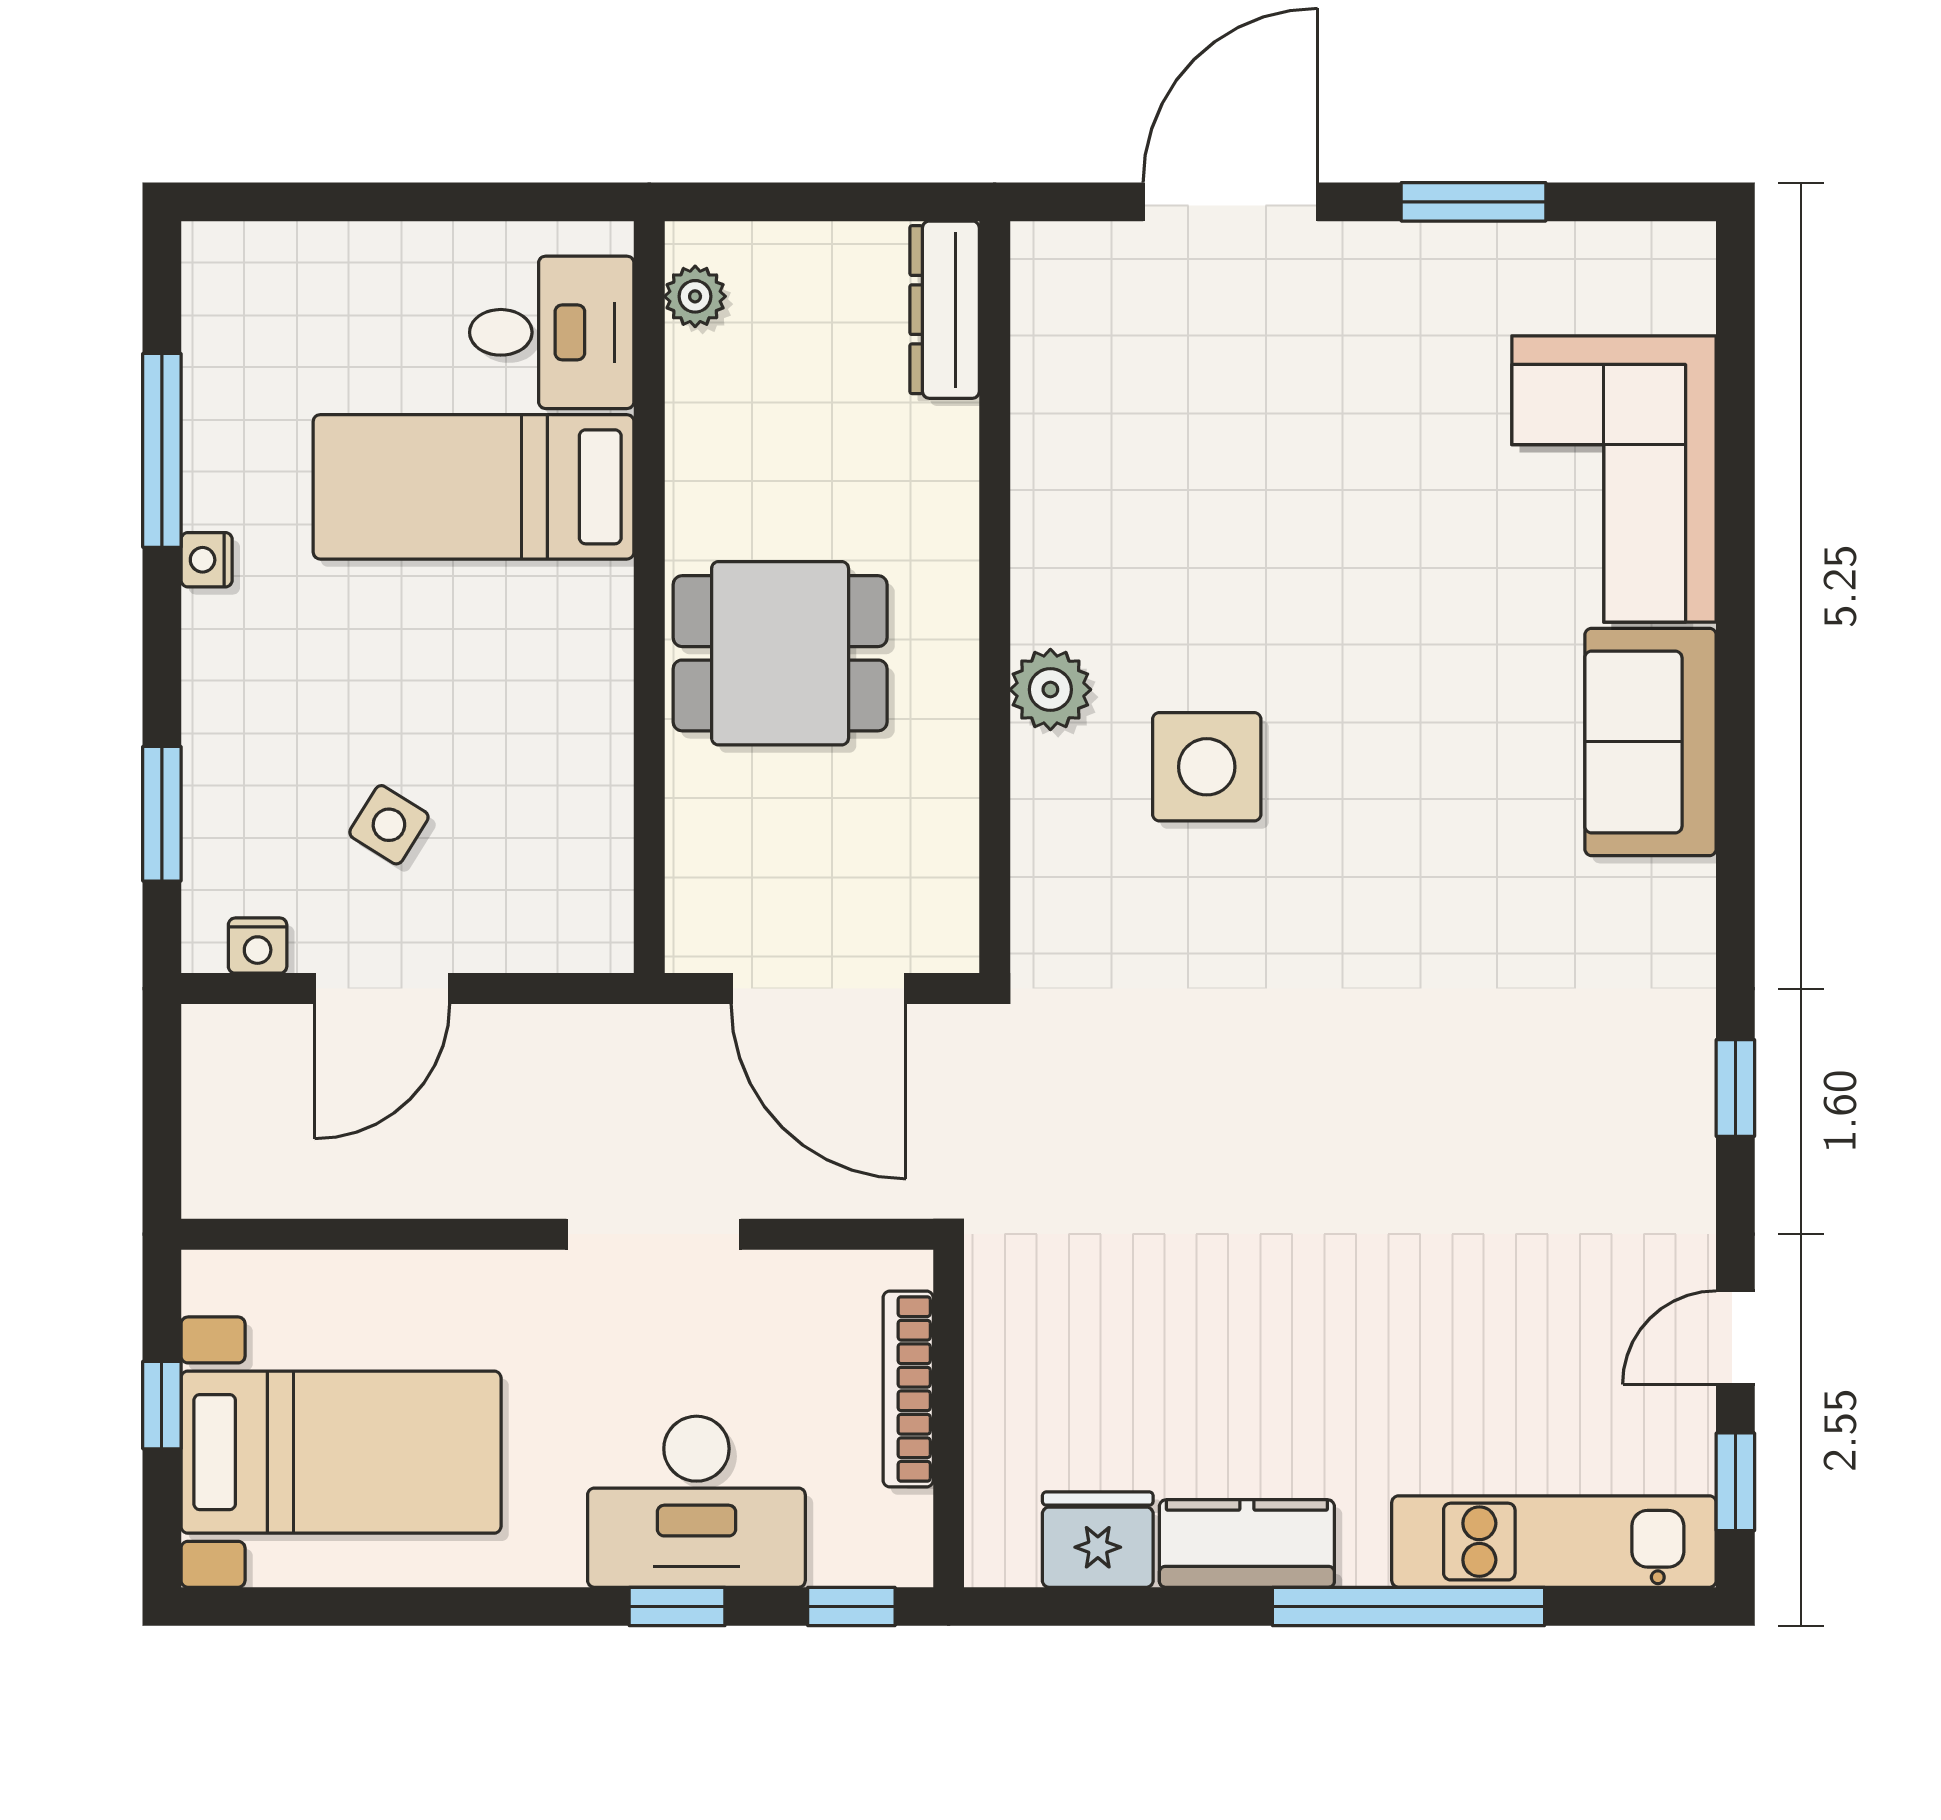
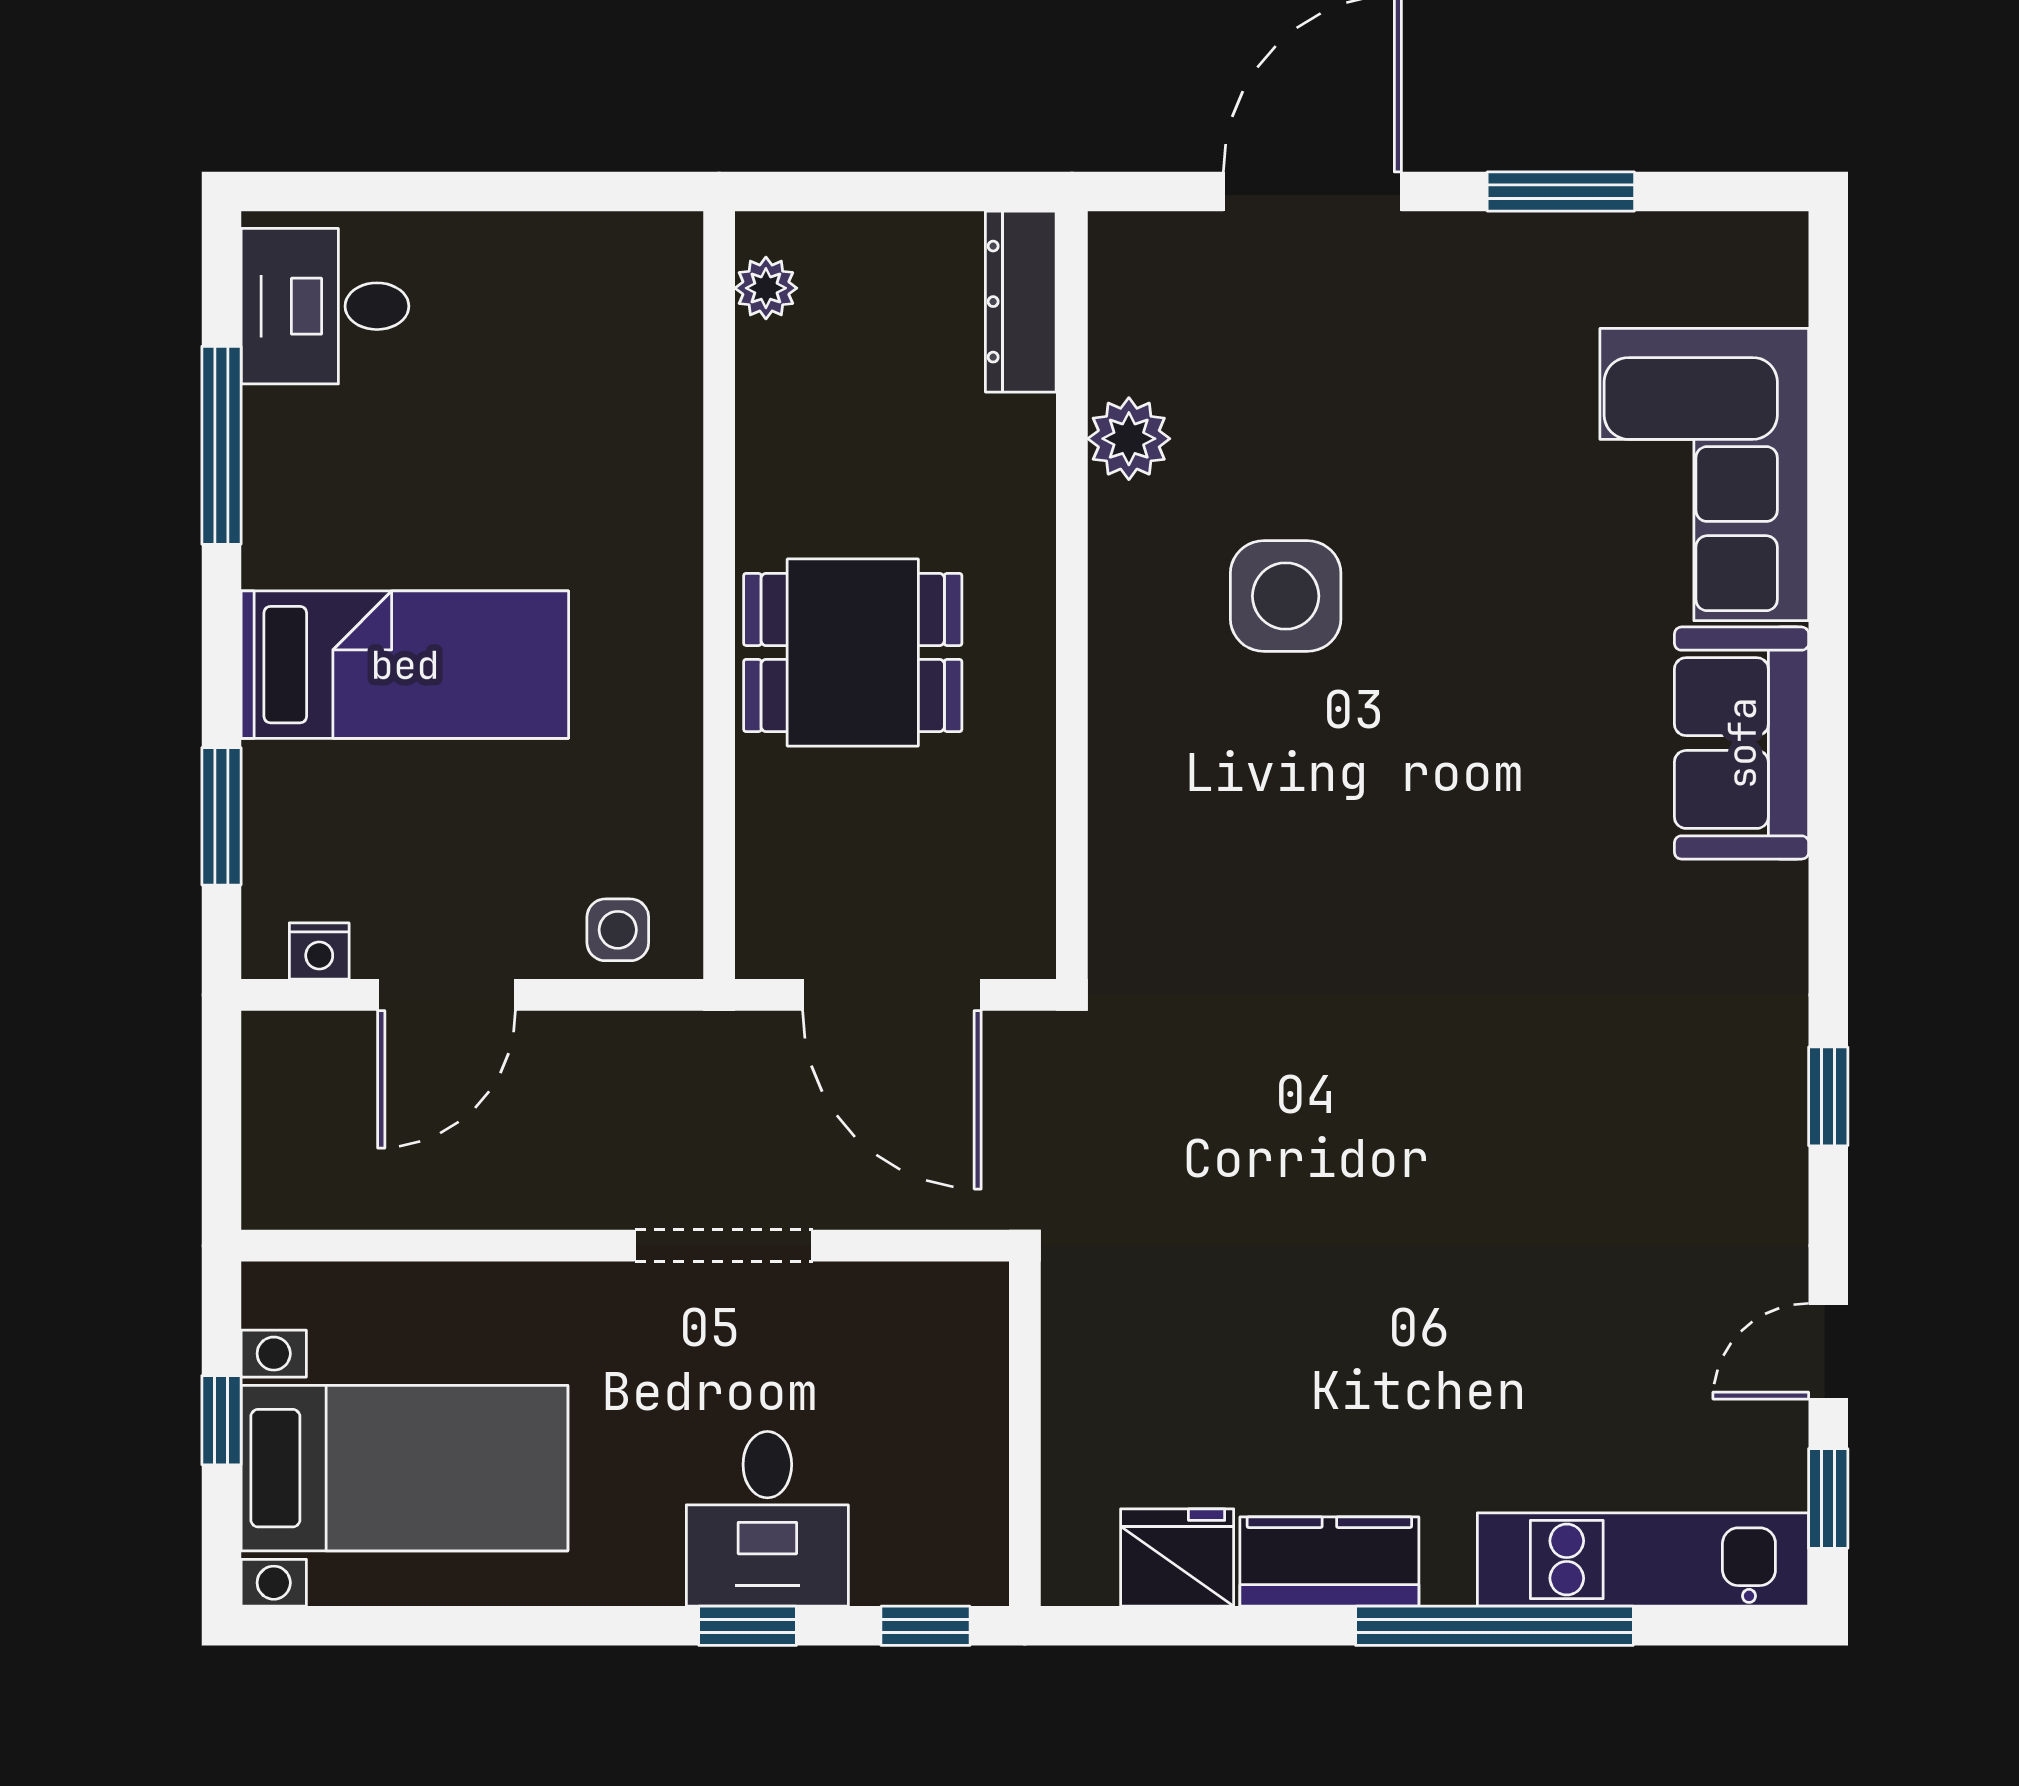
desk: (552, 332) -> (325, 306), moved, turned 180
bed: (474, 487) -> (405, 665), moved, turned 180
nightstand: (207, 560) -> (267, 557), removed
plant: (1050, 690) -> (1129, 439), moved
side table: (1207, 767) -> (1286, 596), moved
side table: (389, 825) -> (618, 930), moved, turned -32
bookcase: (908, 1389) -> (984, 1404), removed
desk: (696, 1502) -> (767, 1519), width x0.73

